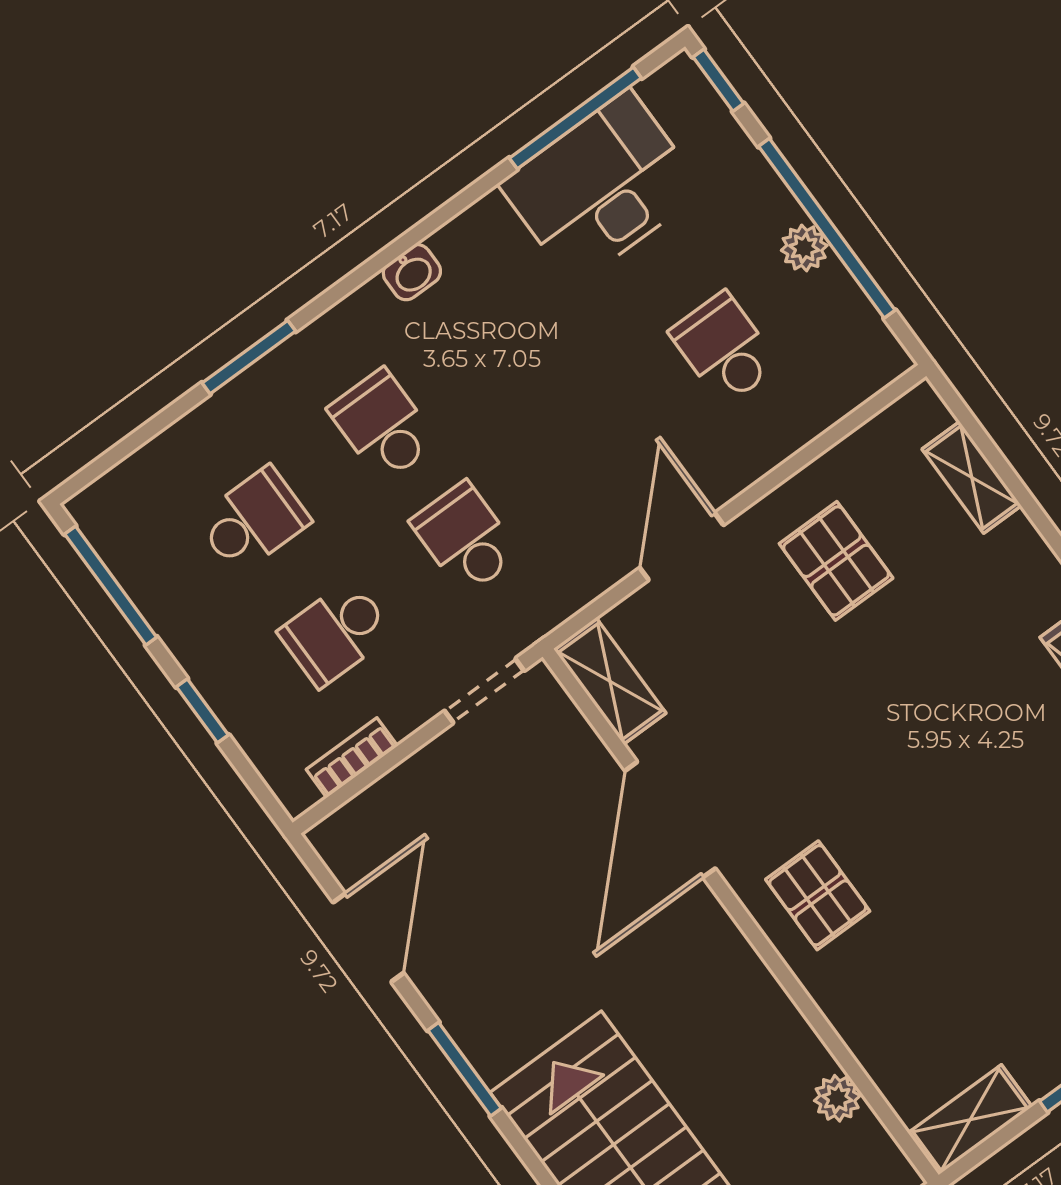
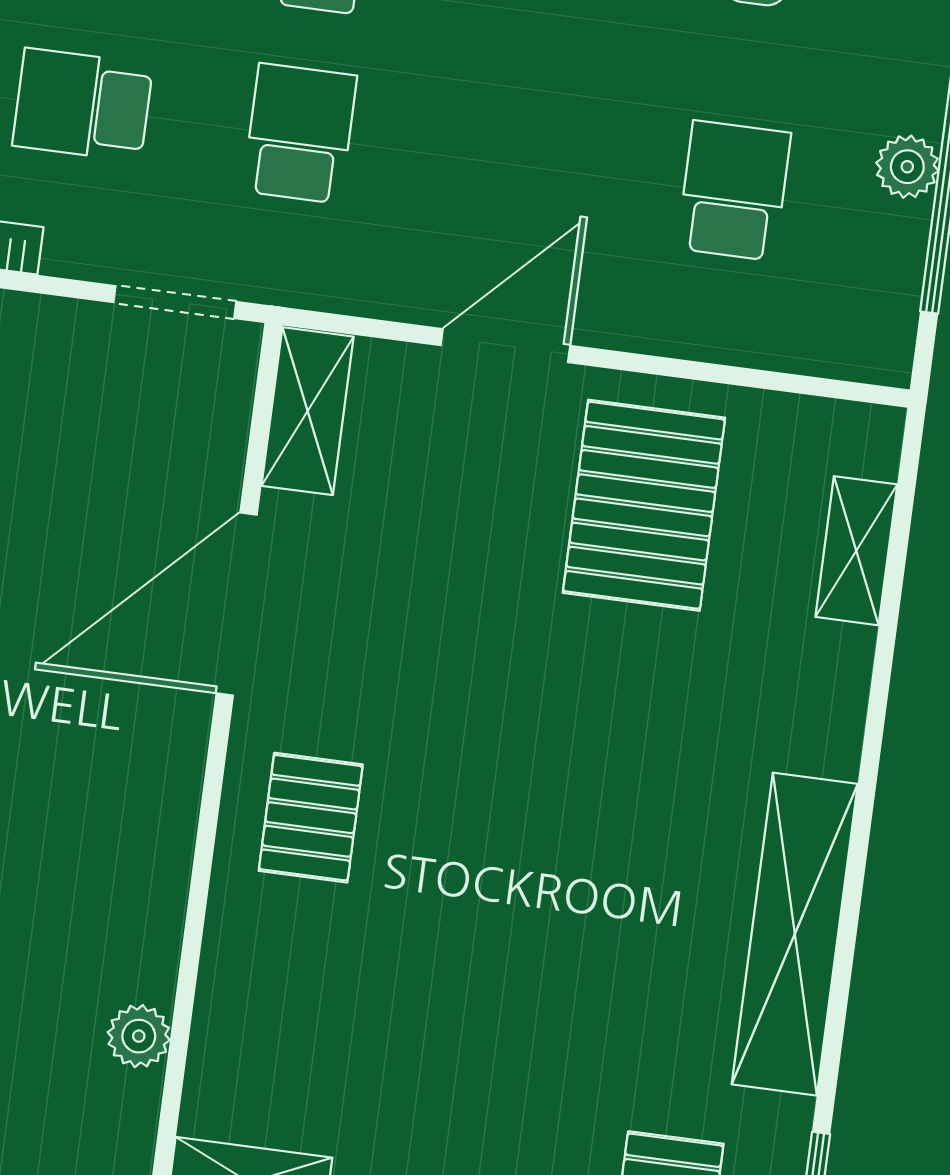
pallet: (836, 561) -> (644, 505), width x1.50, depth x1.42

